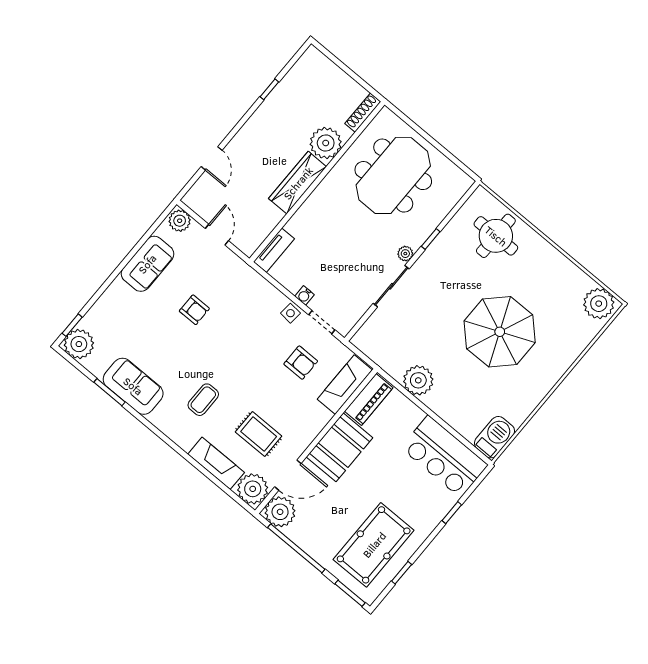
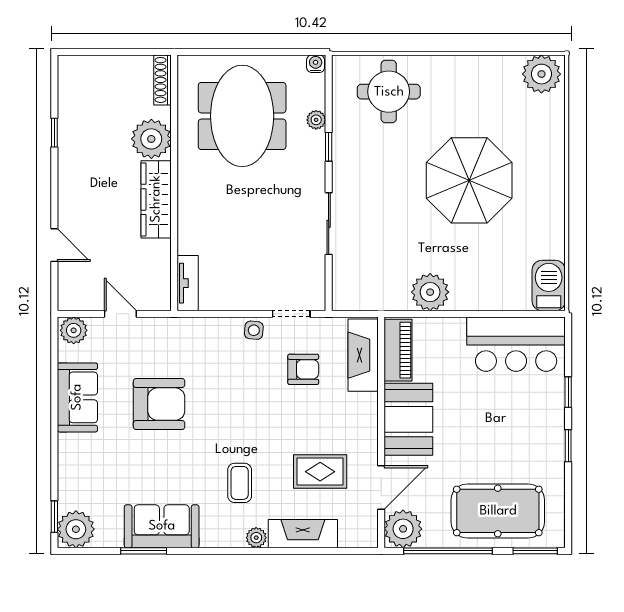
plant: (405, 254) -> (316, 120), moved
water cooler: (305, 295) -> (316, 64), moved, turned 180
armchair: (194, 310) -> (159, 404), width x1.88, depth x1.88
plant: (253, 489) -> (256, 538), moved, width x0.53, depth x0.53
pool table: (374, 545) -> (498, 511), moved, turned 90
window: (402, 573) -> (568, 446), moved

